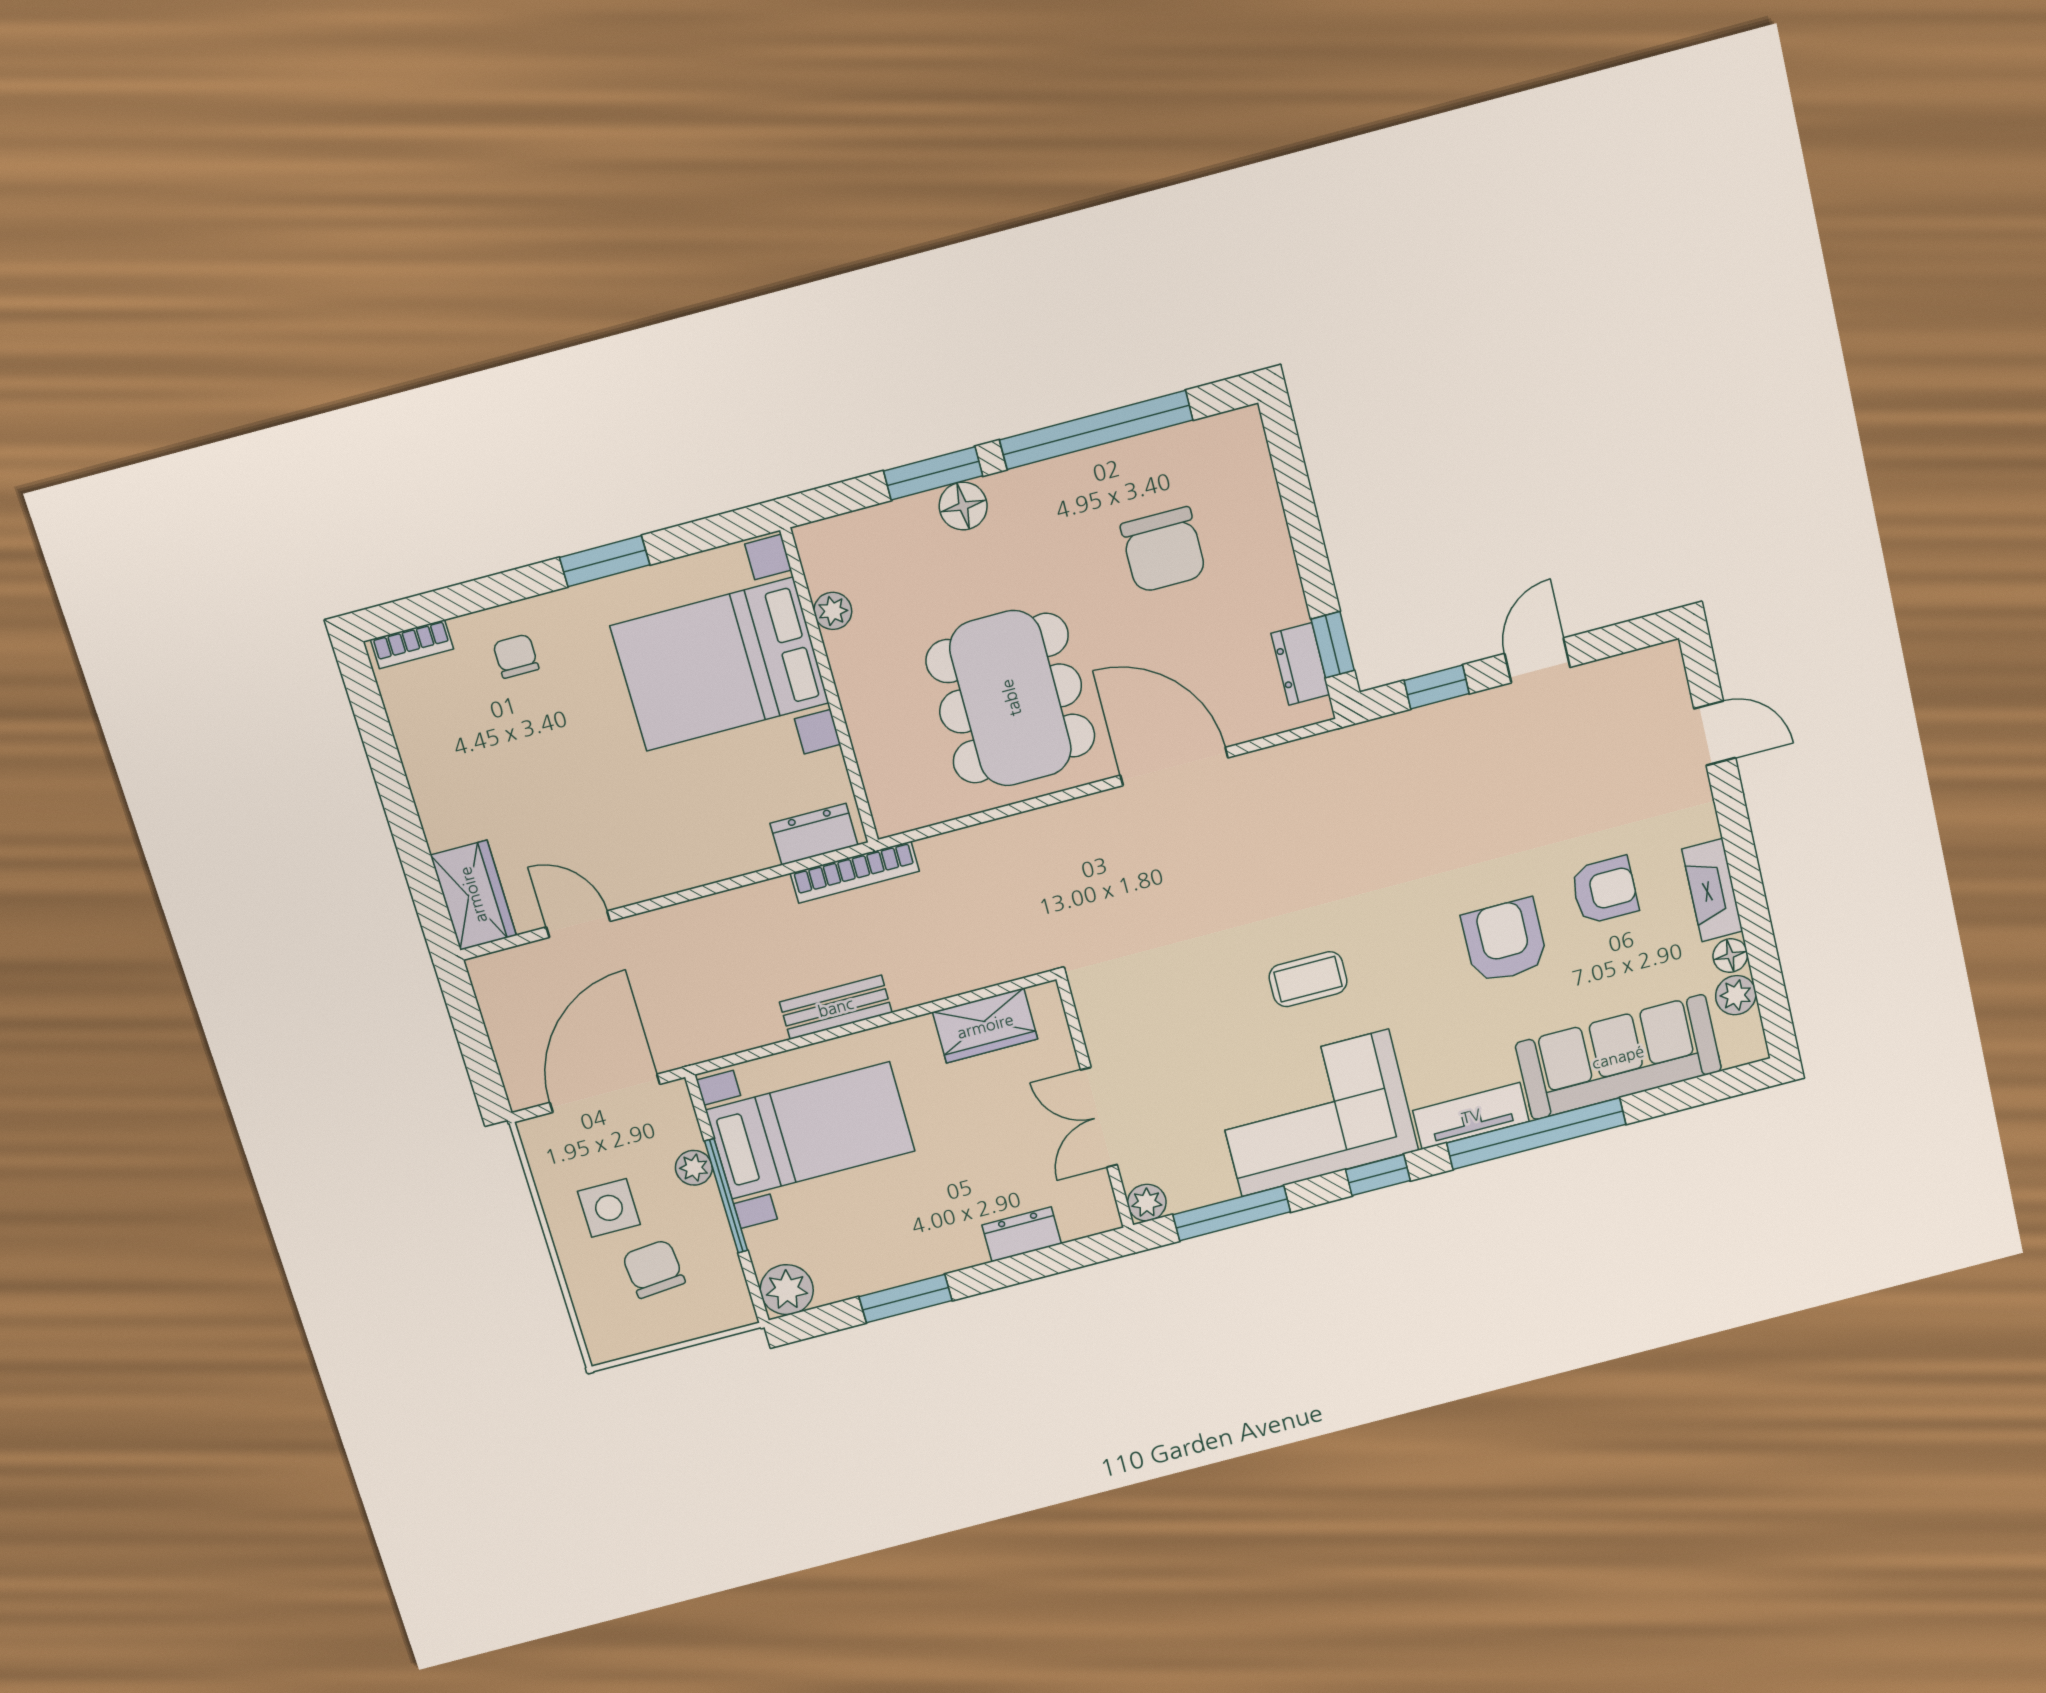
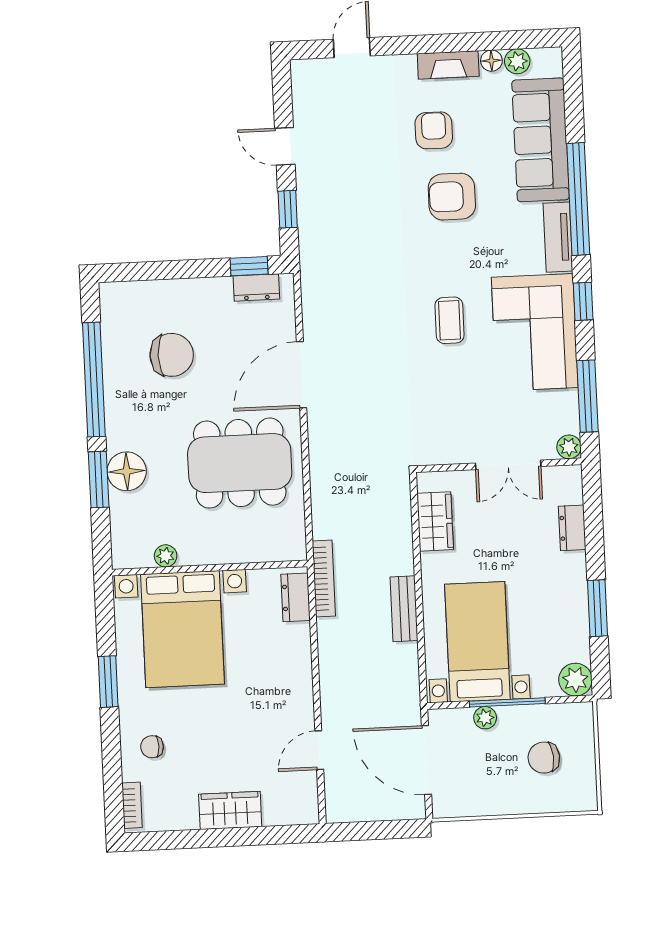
floor lamp: (963, 506) -> (127, 471), width x1.38, depth x1.38
wardrobe: (473, 895) -> (230, 810), moved
side table: (609, 1208) -> (499, 775), removed

